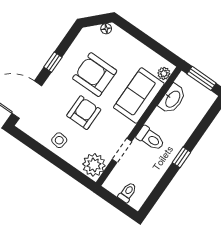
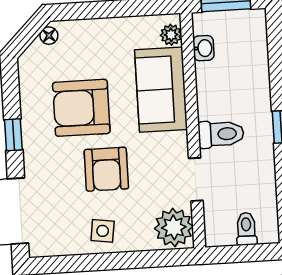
washbasin: (172, 99) -> (203, 48), width x0.52, depth x0.69
armchair: (84, 113) -> (106, 169), turned 180

